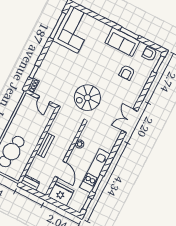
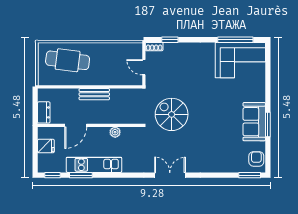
armchair: (127, 73) -> (222, 144), removed
door: (44, 100) -> (144, 67), hinge flipped
dresser: (30, 182) -> (44, 112), moved
fridge: (61, 194) -> (46, 146), width x0.53, depth x0.75

